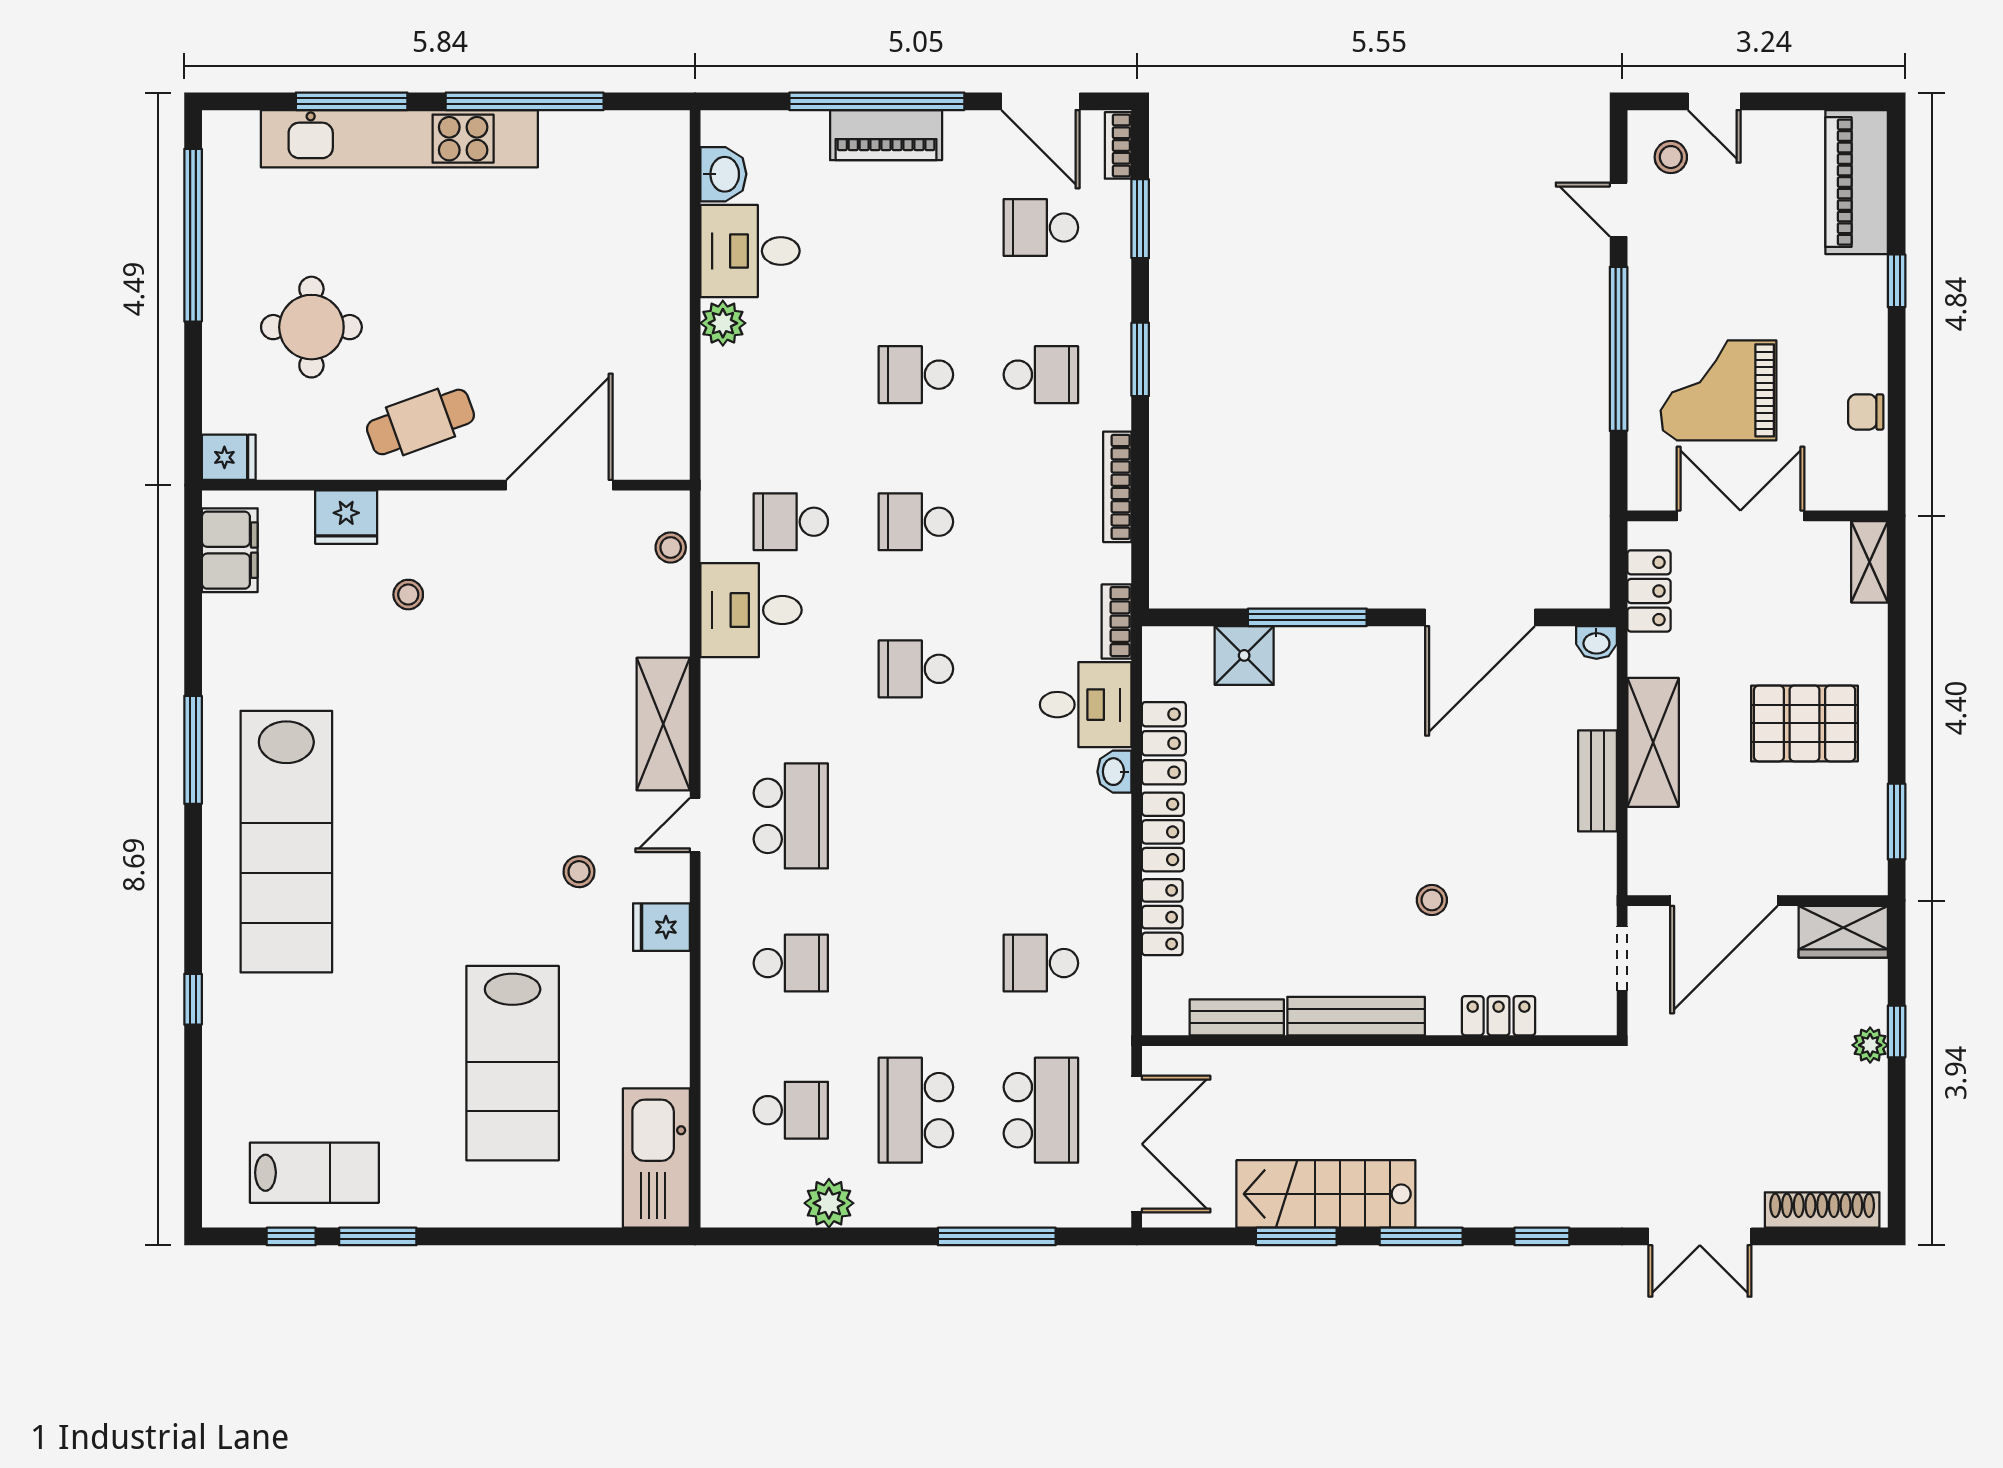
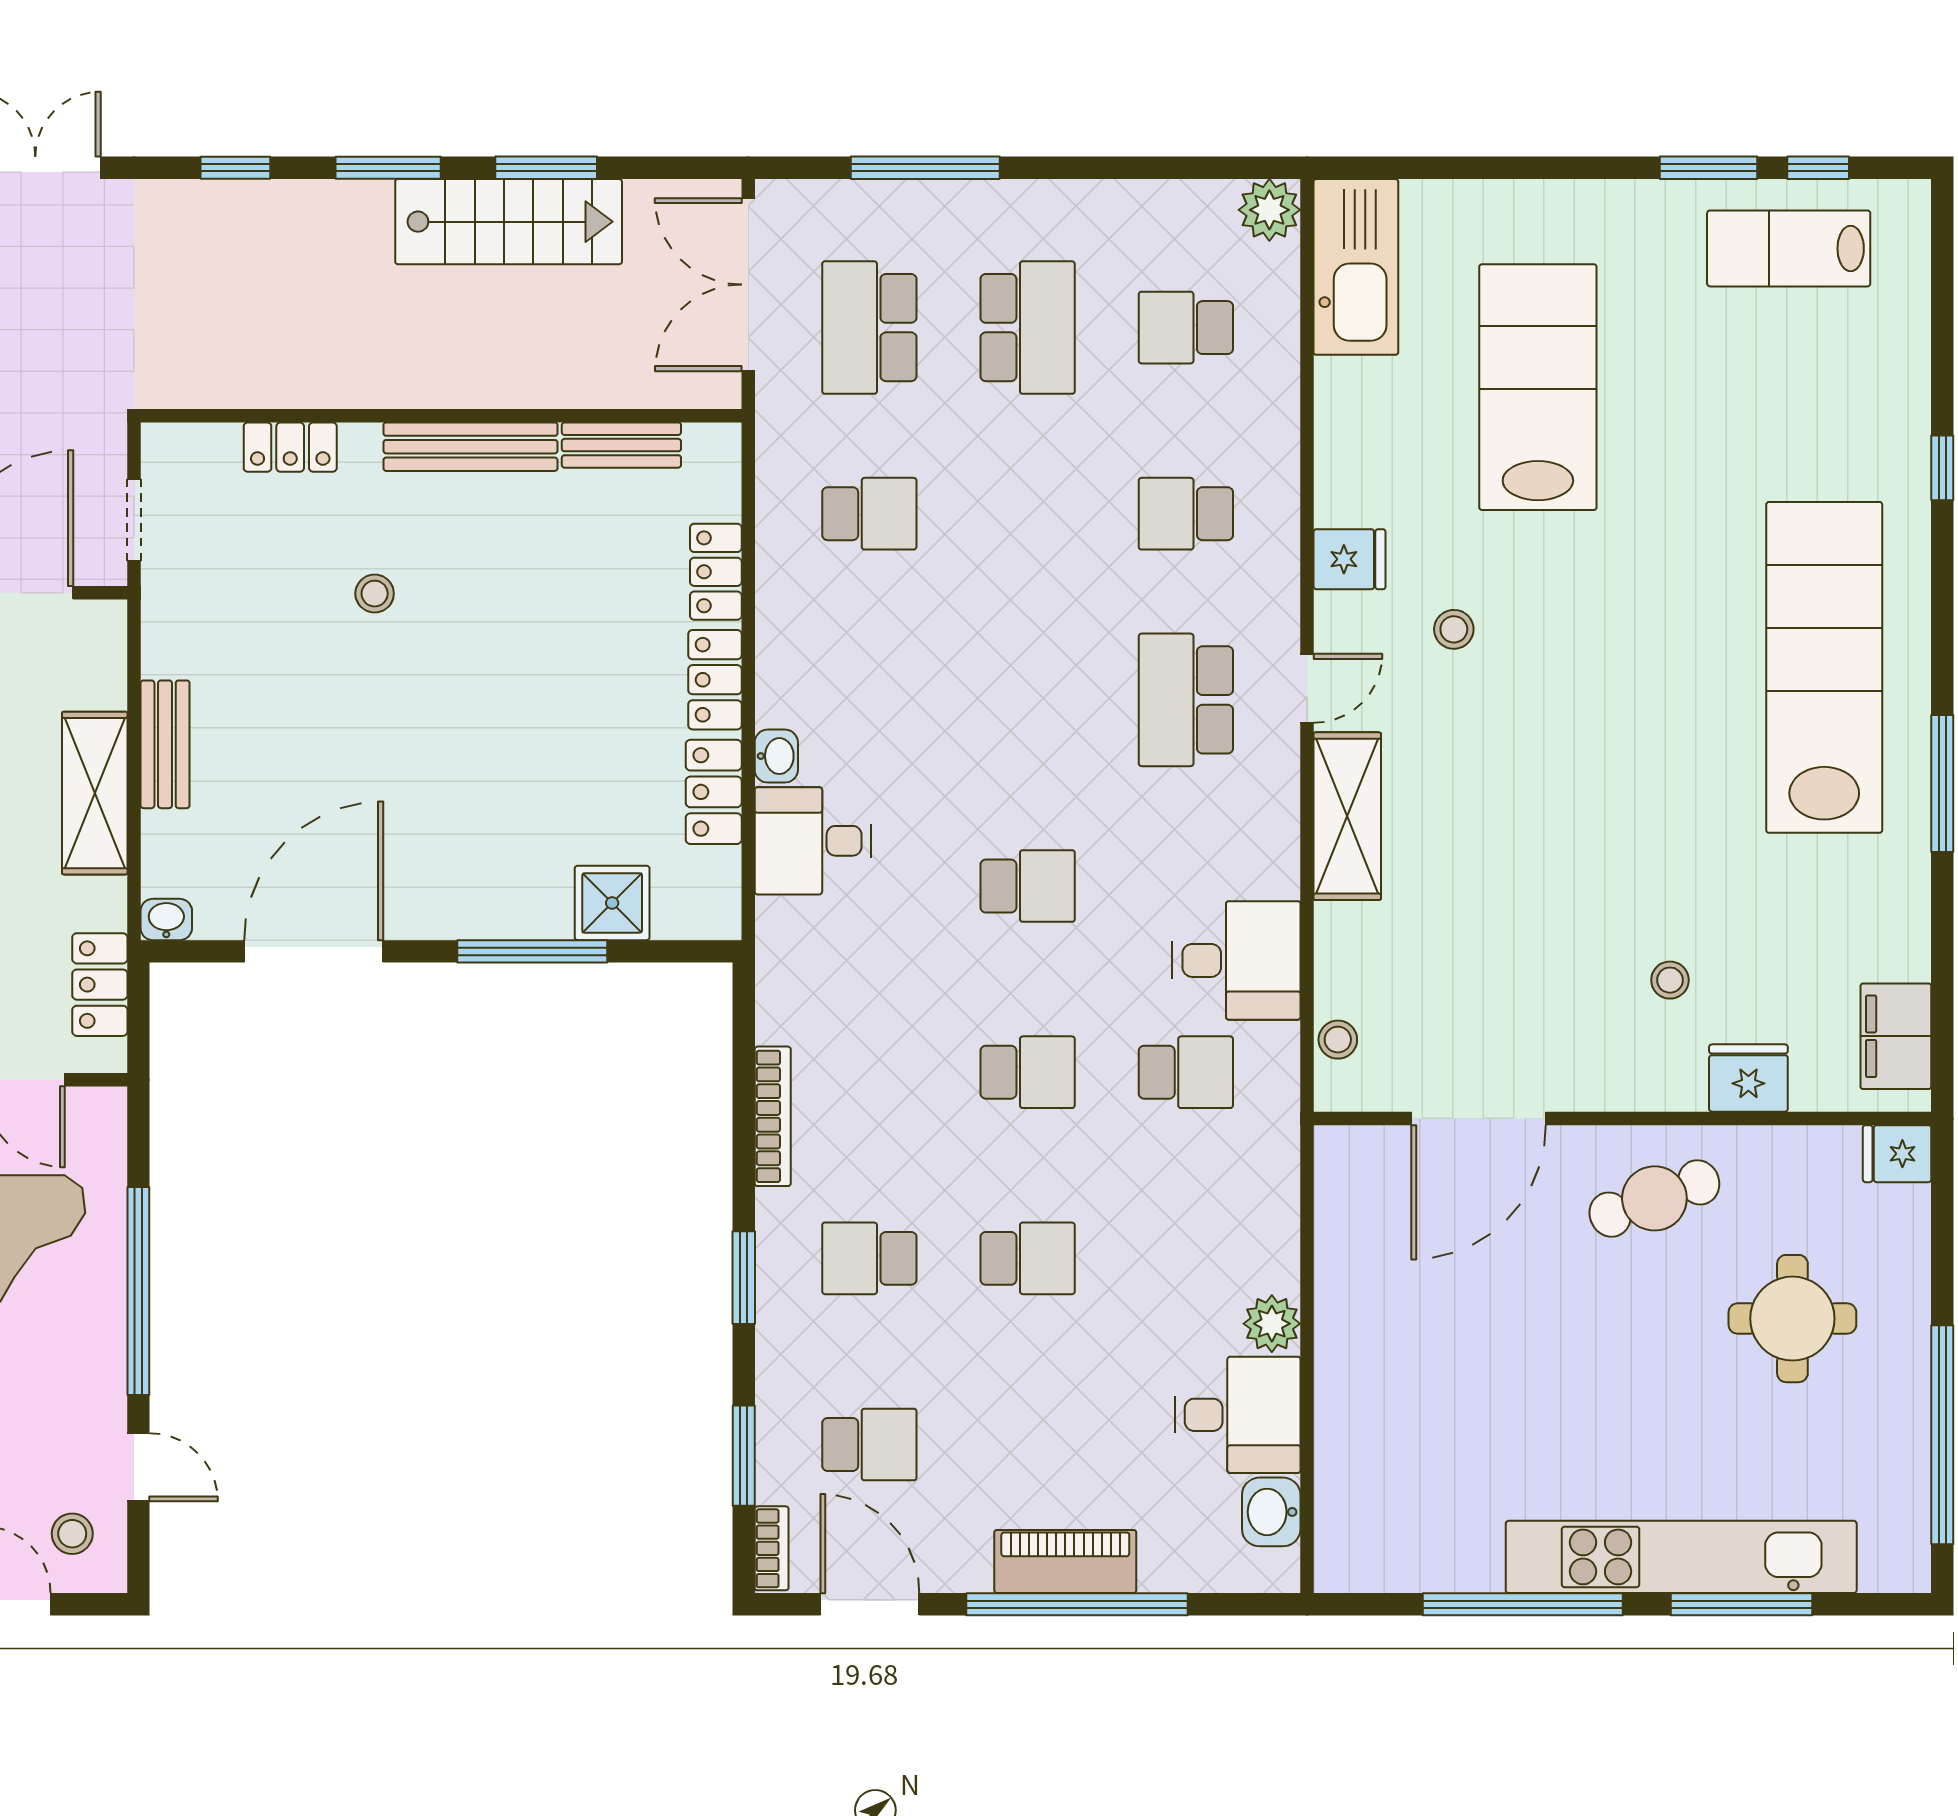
bookcase: (1117, 622) -> (774, 946), removed
plant: (829, 1203) -> (1269, 210), moved

